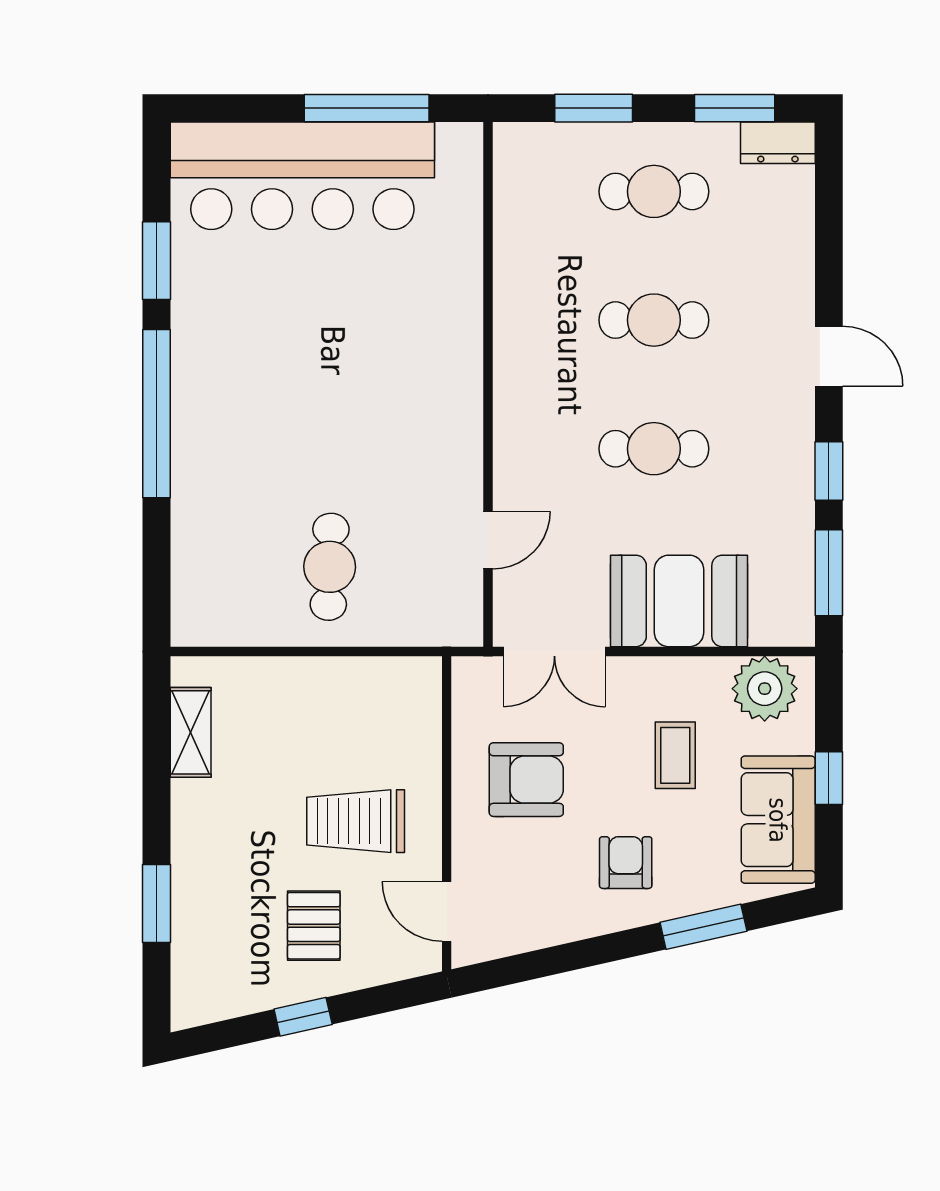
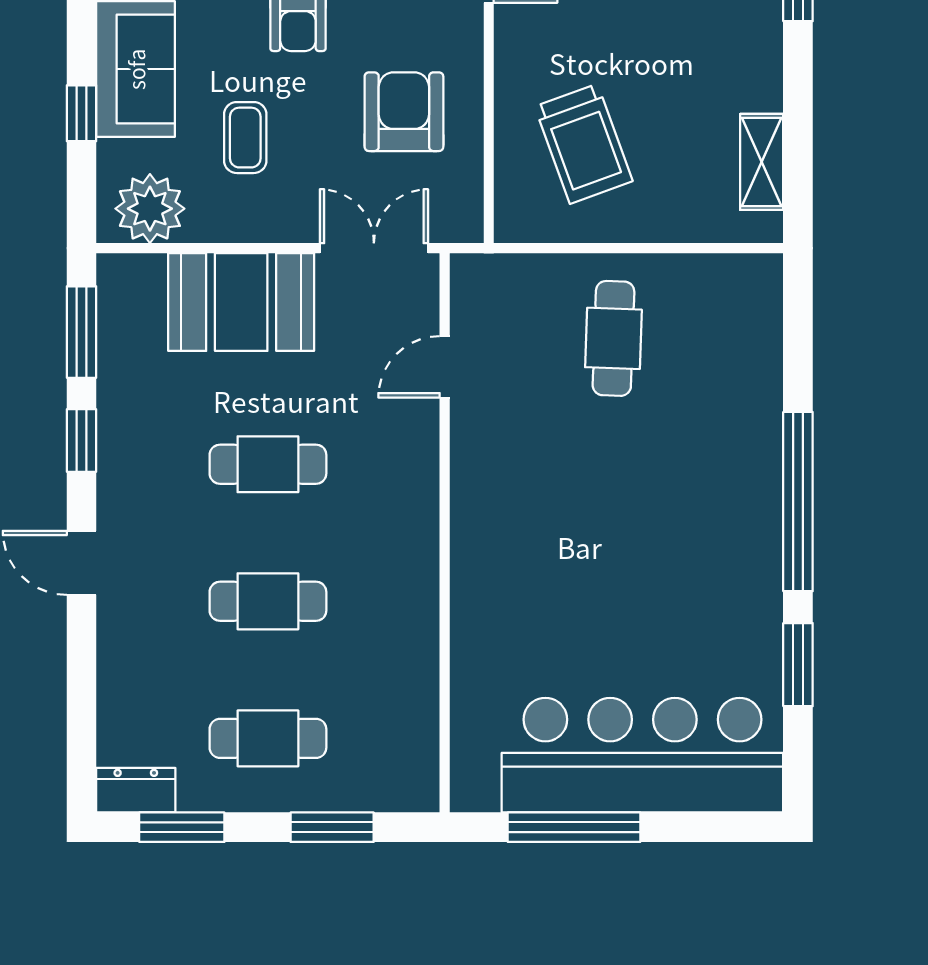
armchair: (526, 780) -> (404, 112), turned 90
trolley: (356, 821) -> (584, 144), moved, turned 70

